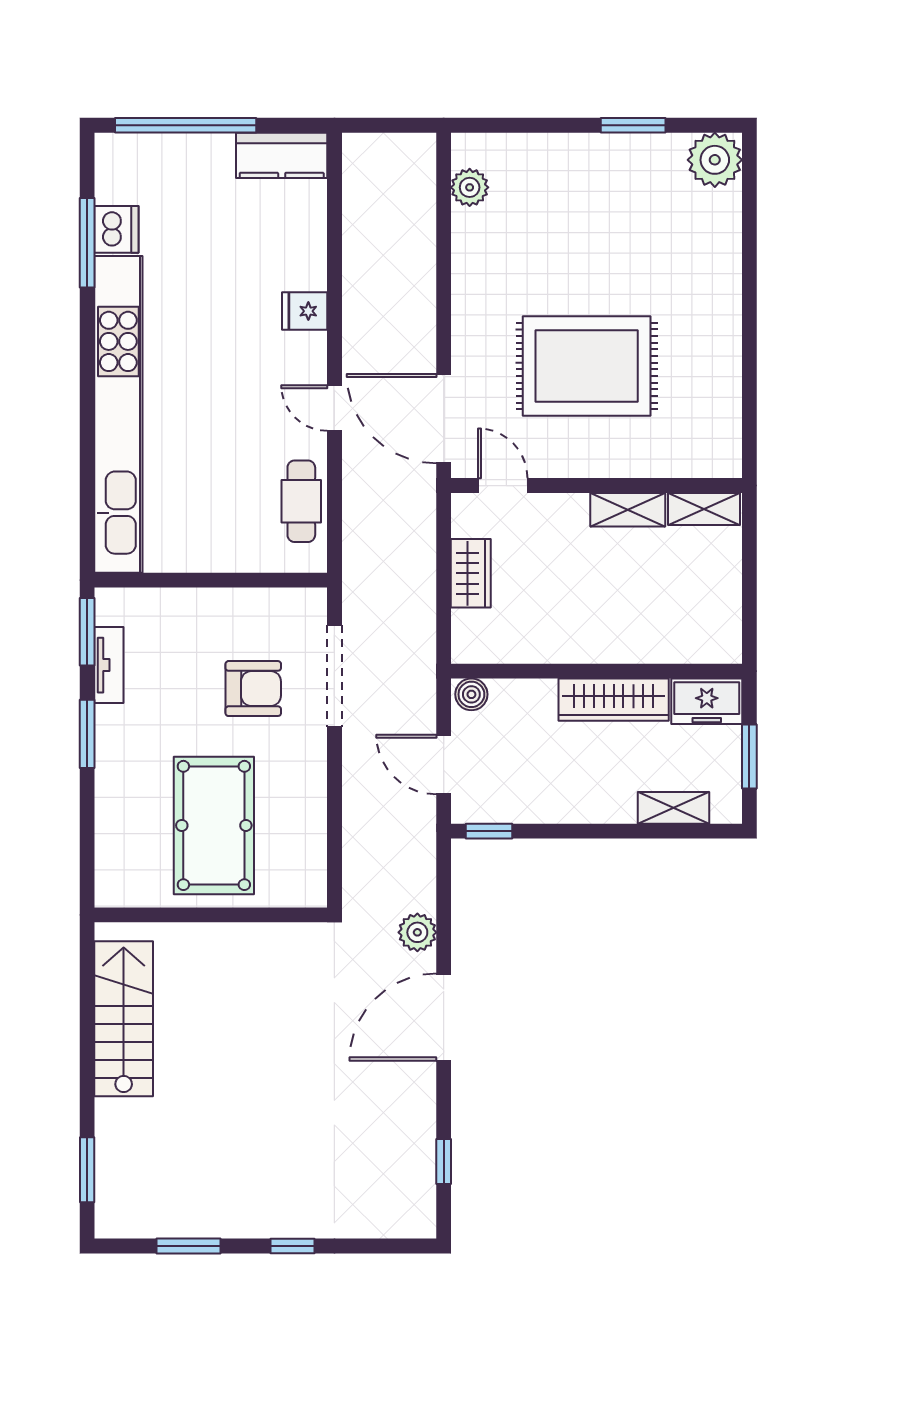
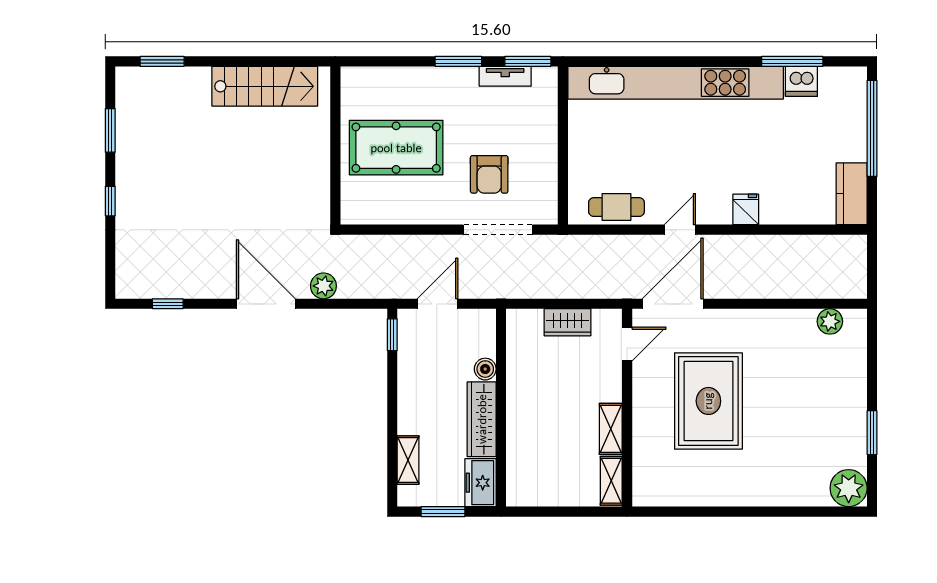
boiler: (471, 694) -> (485, 369), moved

